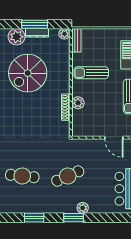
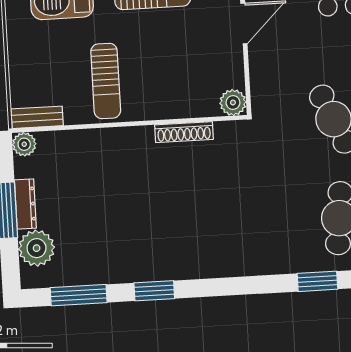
spiral stairs: (28, 73) -> (114, 219), removed
plant: (78, 103) -> (233, 103), moved

